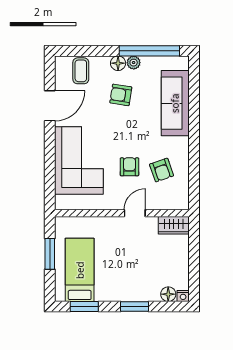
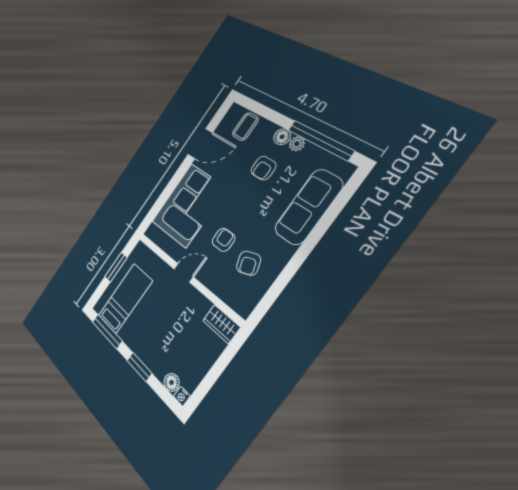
armchair: (121, 95) -> (263, 168), turned -99
door: (135, 213) -> (184, 273), moved
window: (84, 307) -> (107, 331), width x1.44

